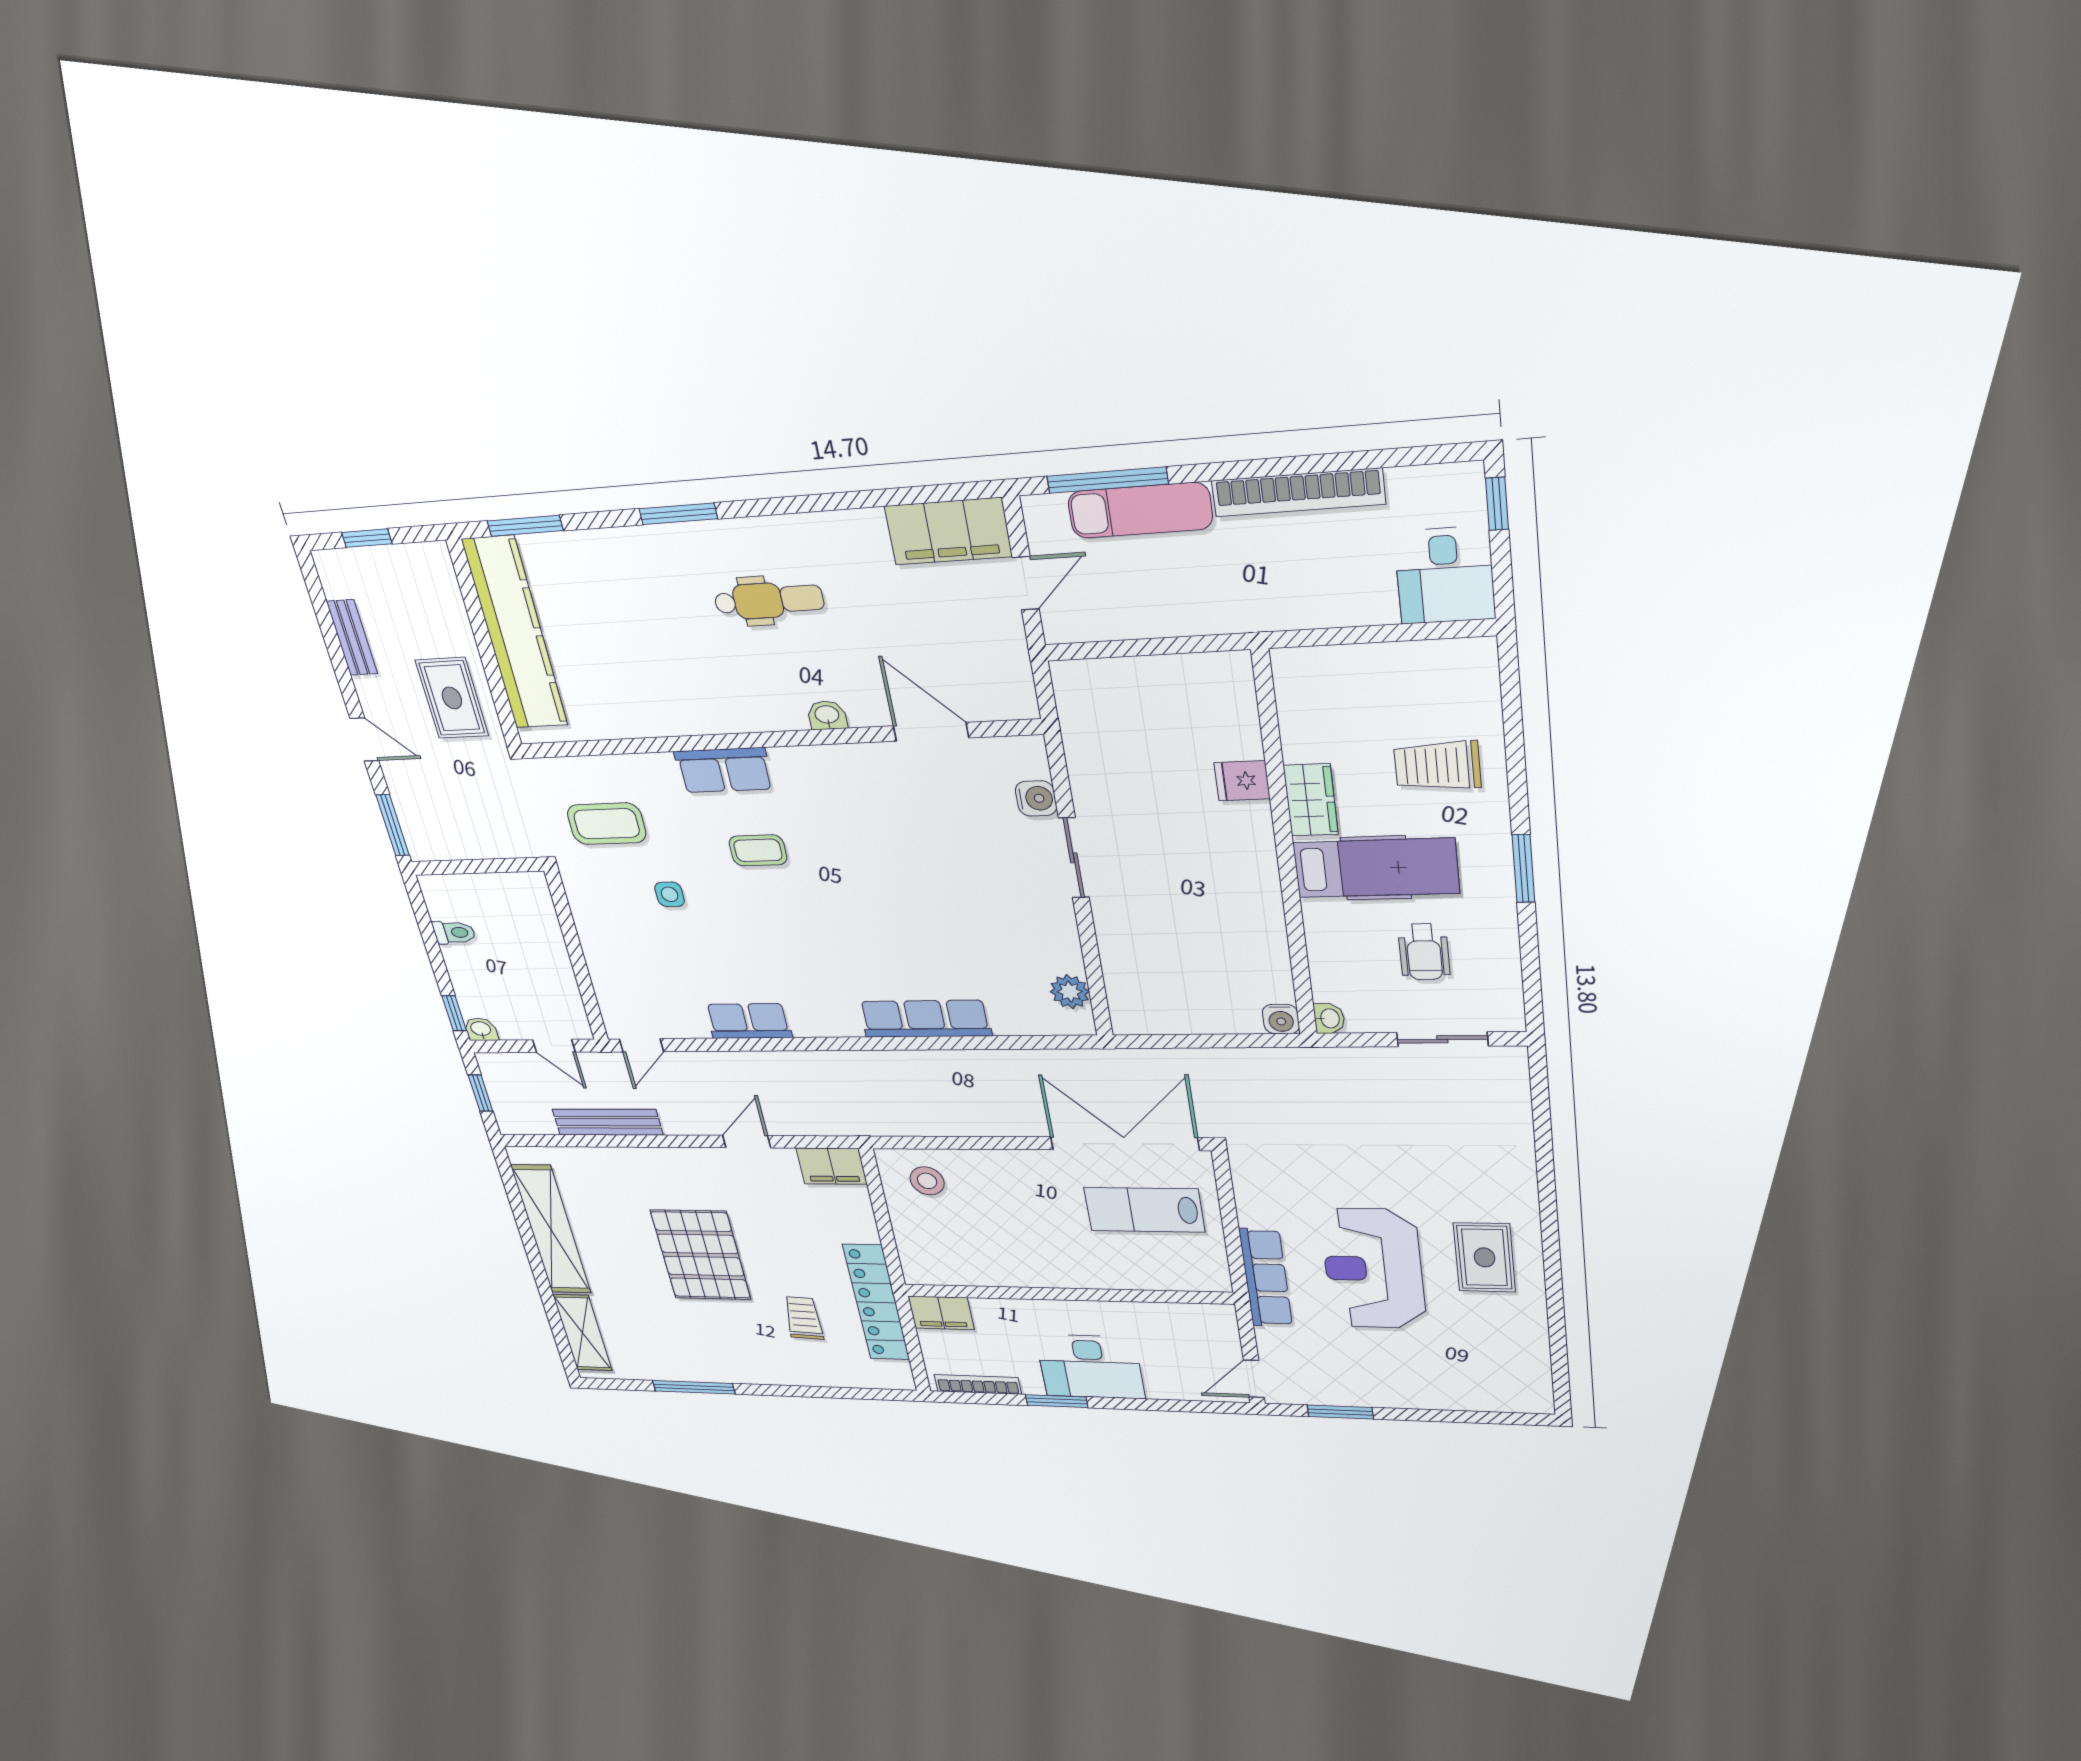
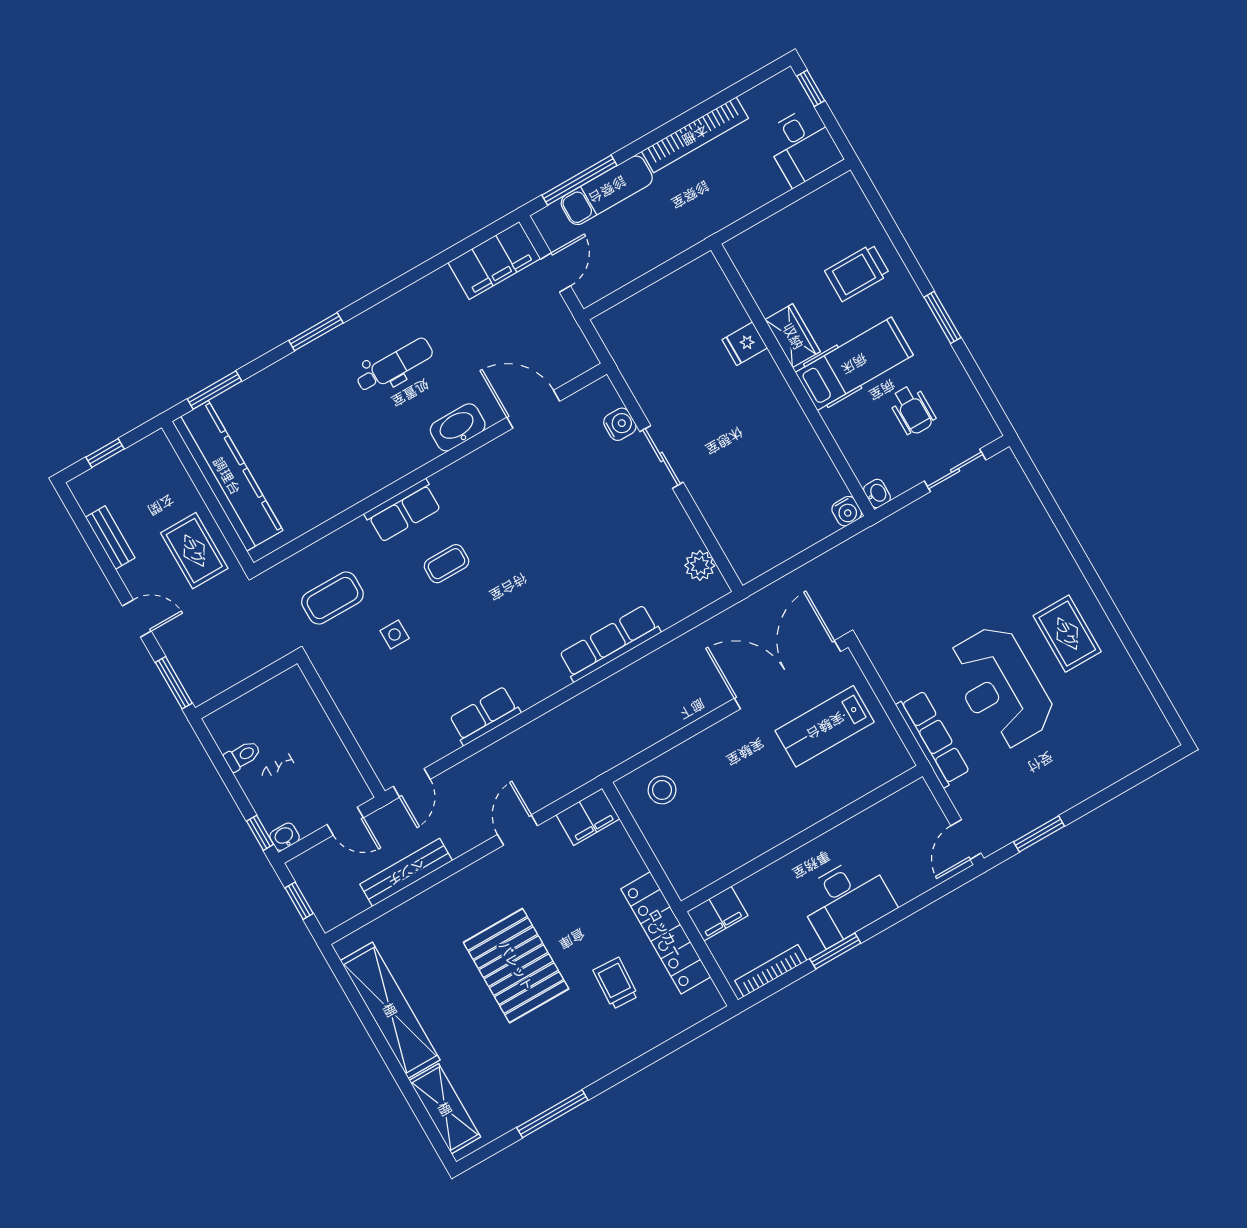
washbasin: (827, 715) -> (458, 427), width x1.91, depth x1.45

